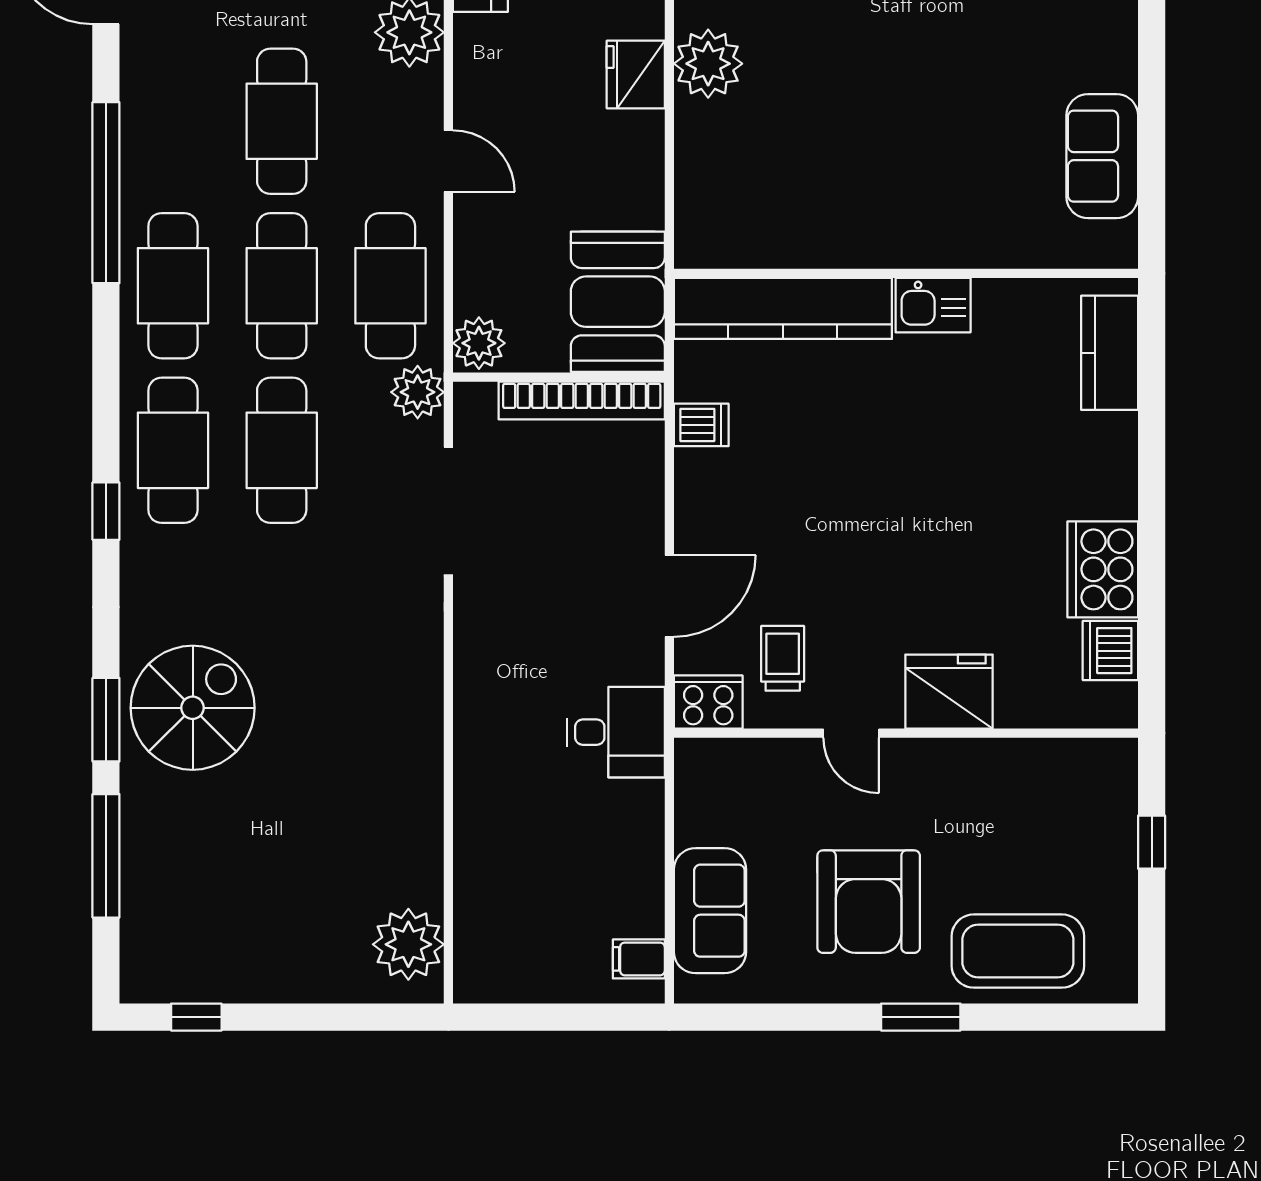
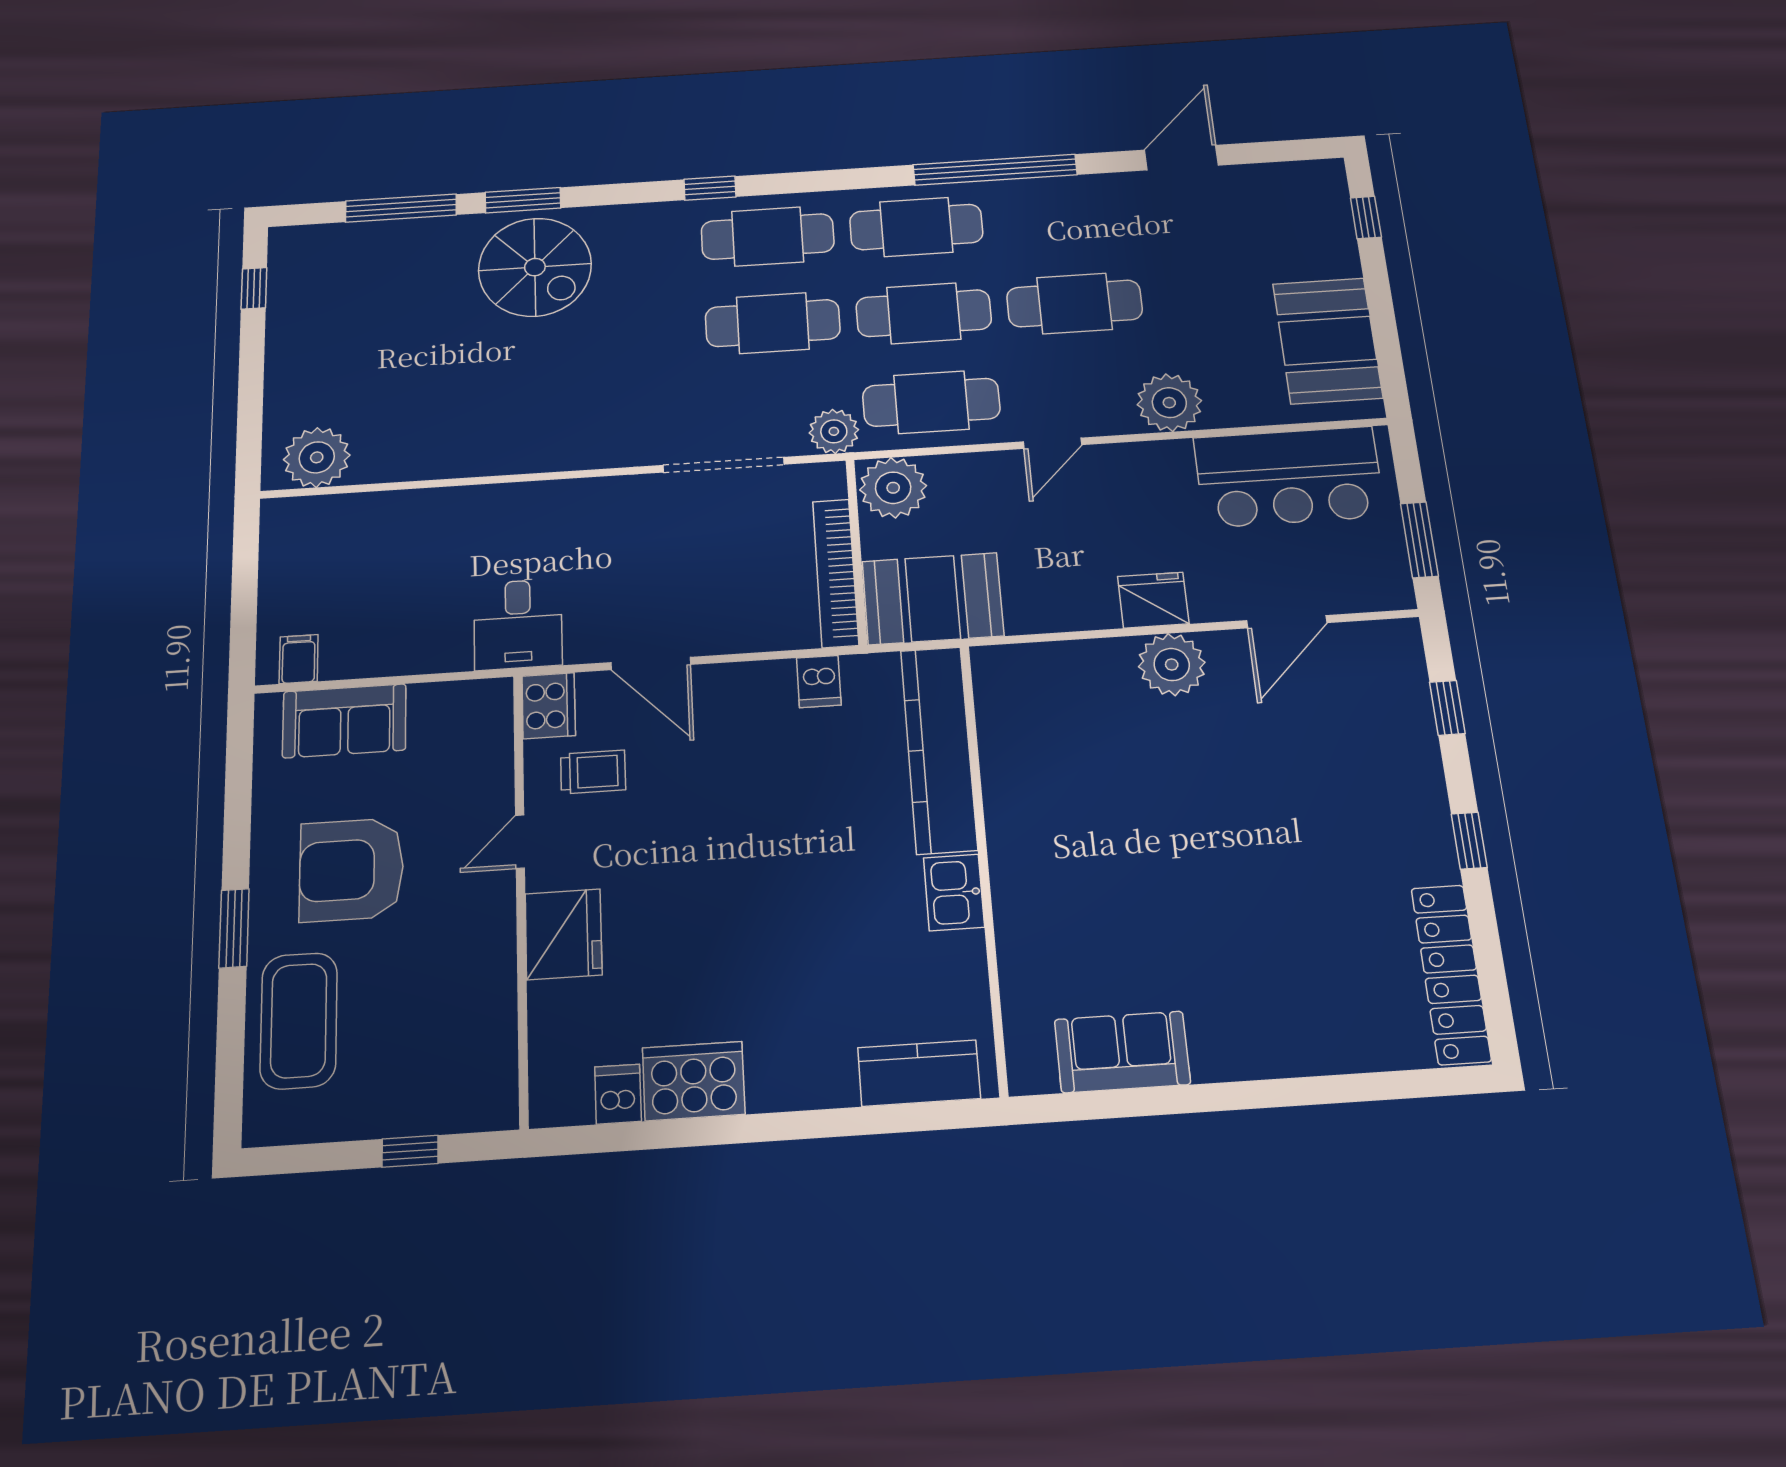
plant: (479, 343) -> (893, 488), width x1.36, depth x1.36
dishwasher: (1110, 651) -> (618, 1094), width x0.73

